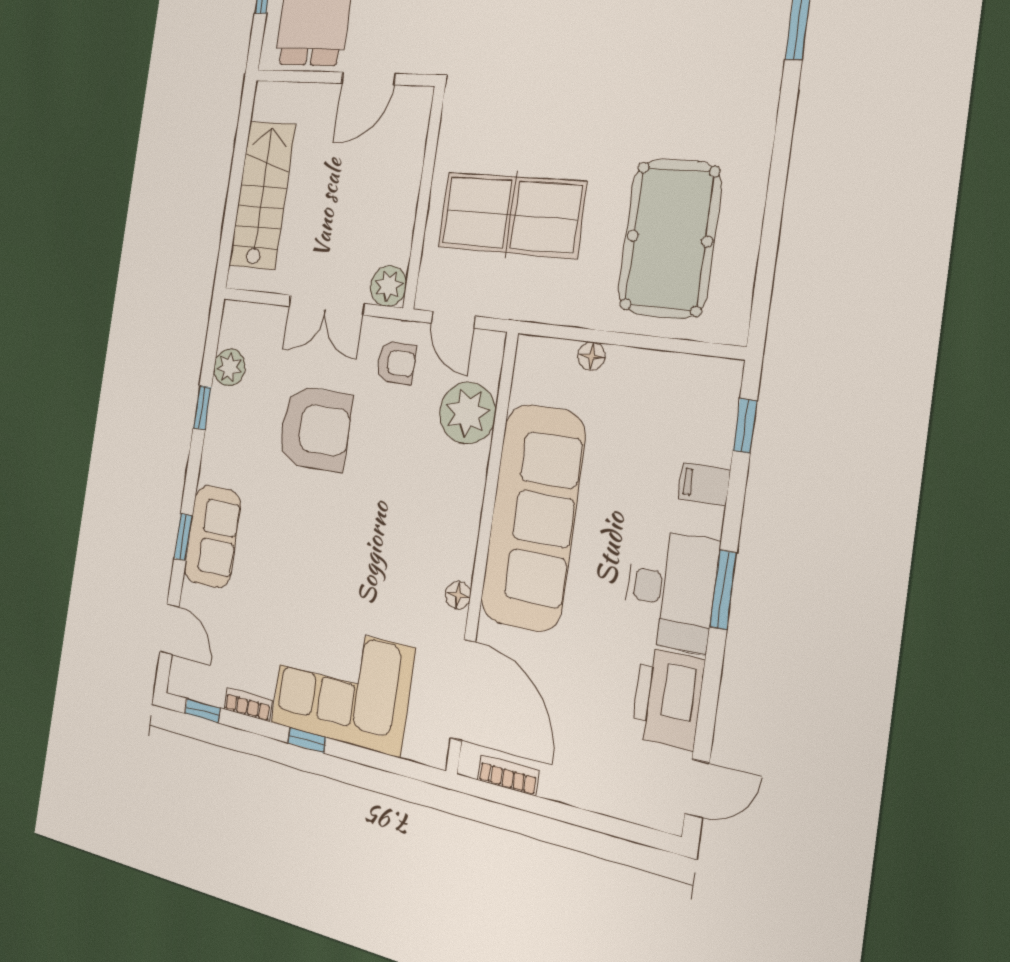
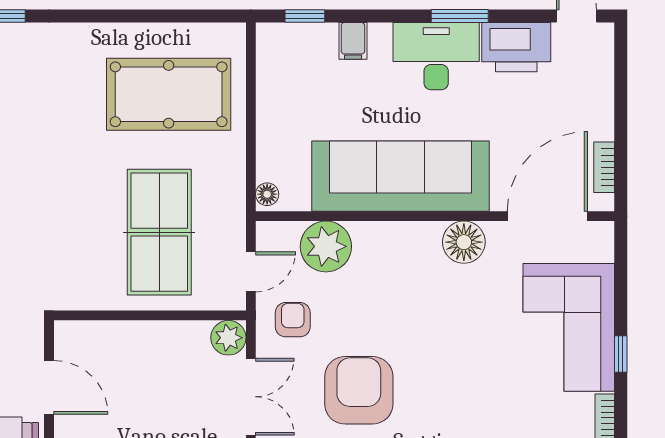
floor lamp: (592, 356) -> (267, 194), moved
window: (723, 590) -> (460, 16), moved
floor lamp: (458, 595) -> (464, 242), width x1.89, depth x1.89

